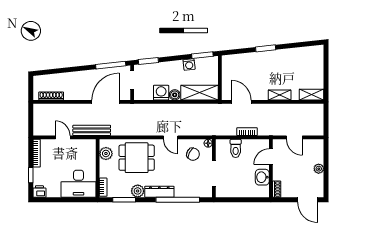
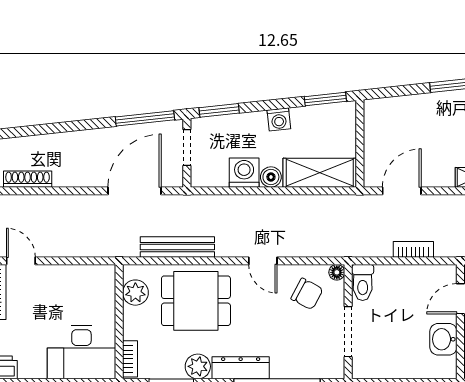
washing machine: (189, 64) -> (279, 119), moved
door: (241, 102) -> (402, 191), hinge flipped
bench: (92, 130) -> (177, 247), moved
door: (63, 137) -> (21, 261), moved
toilet: (236, 148) -> (363, 282), moved

